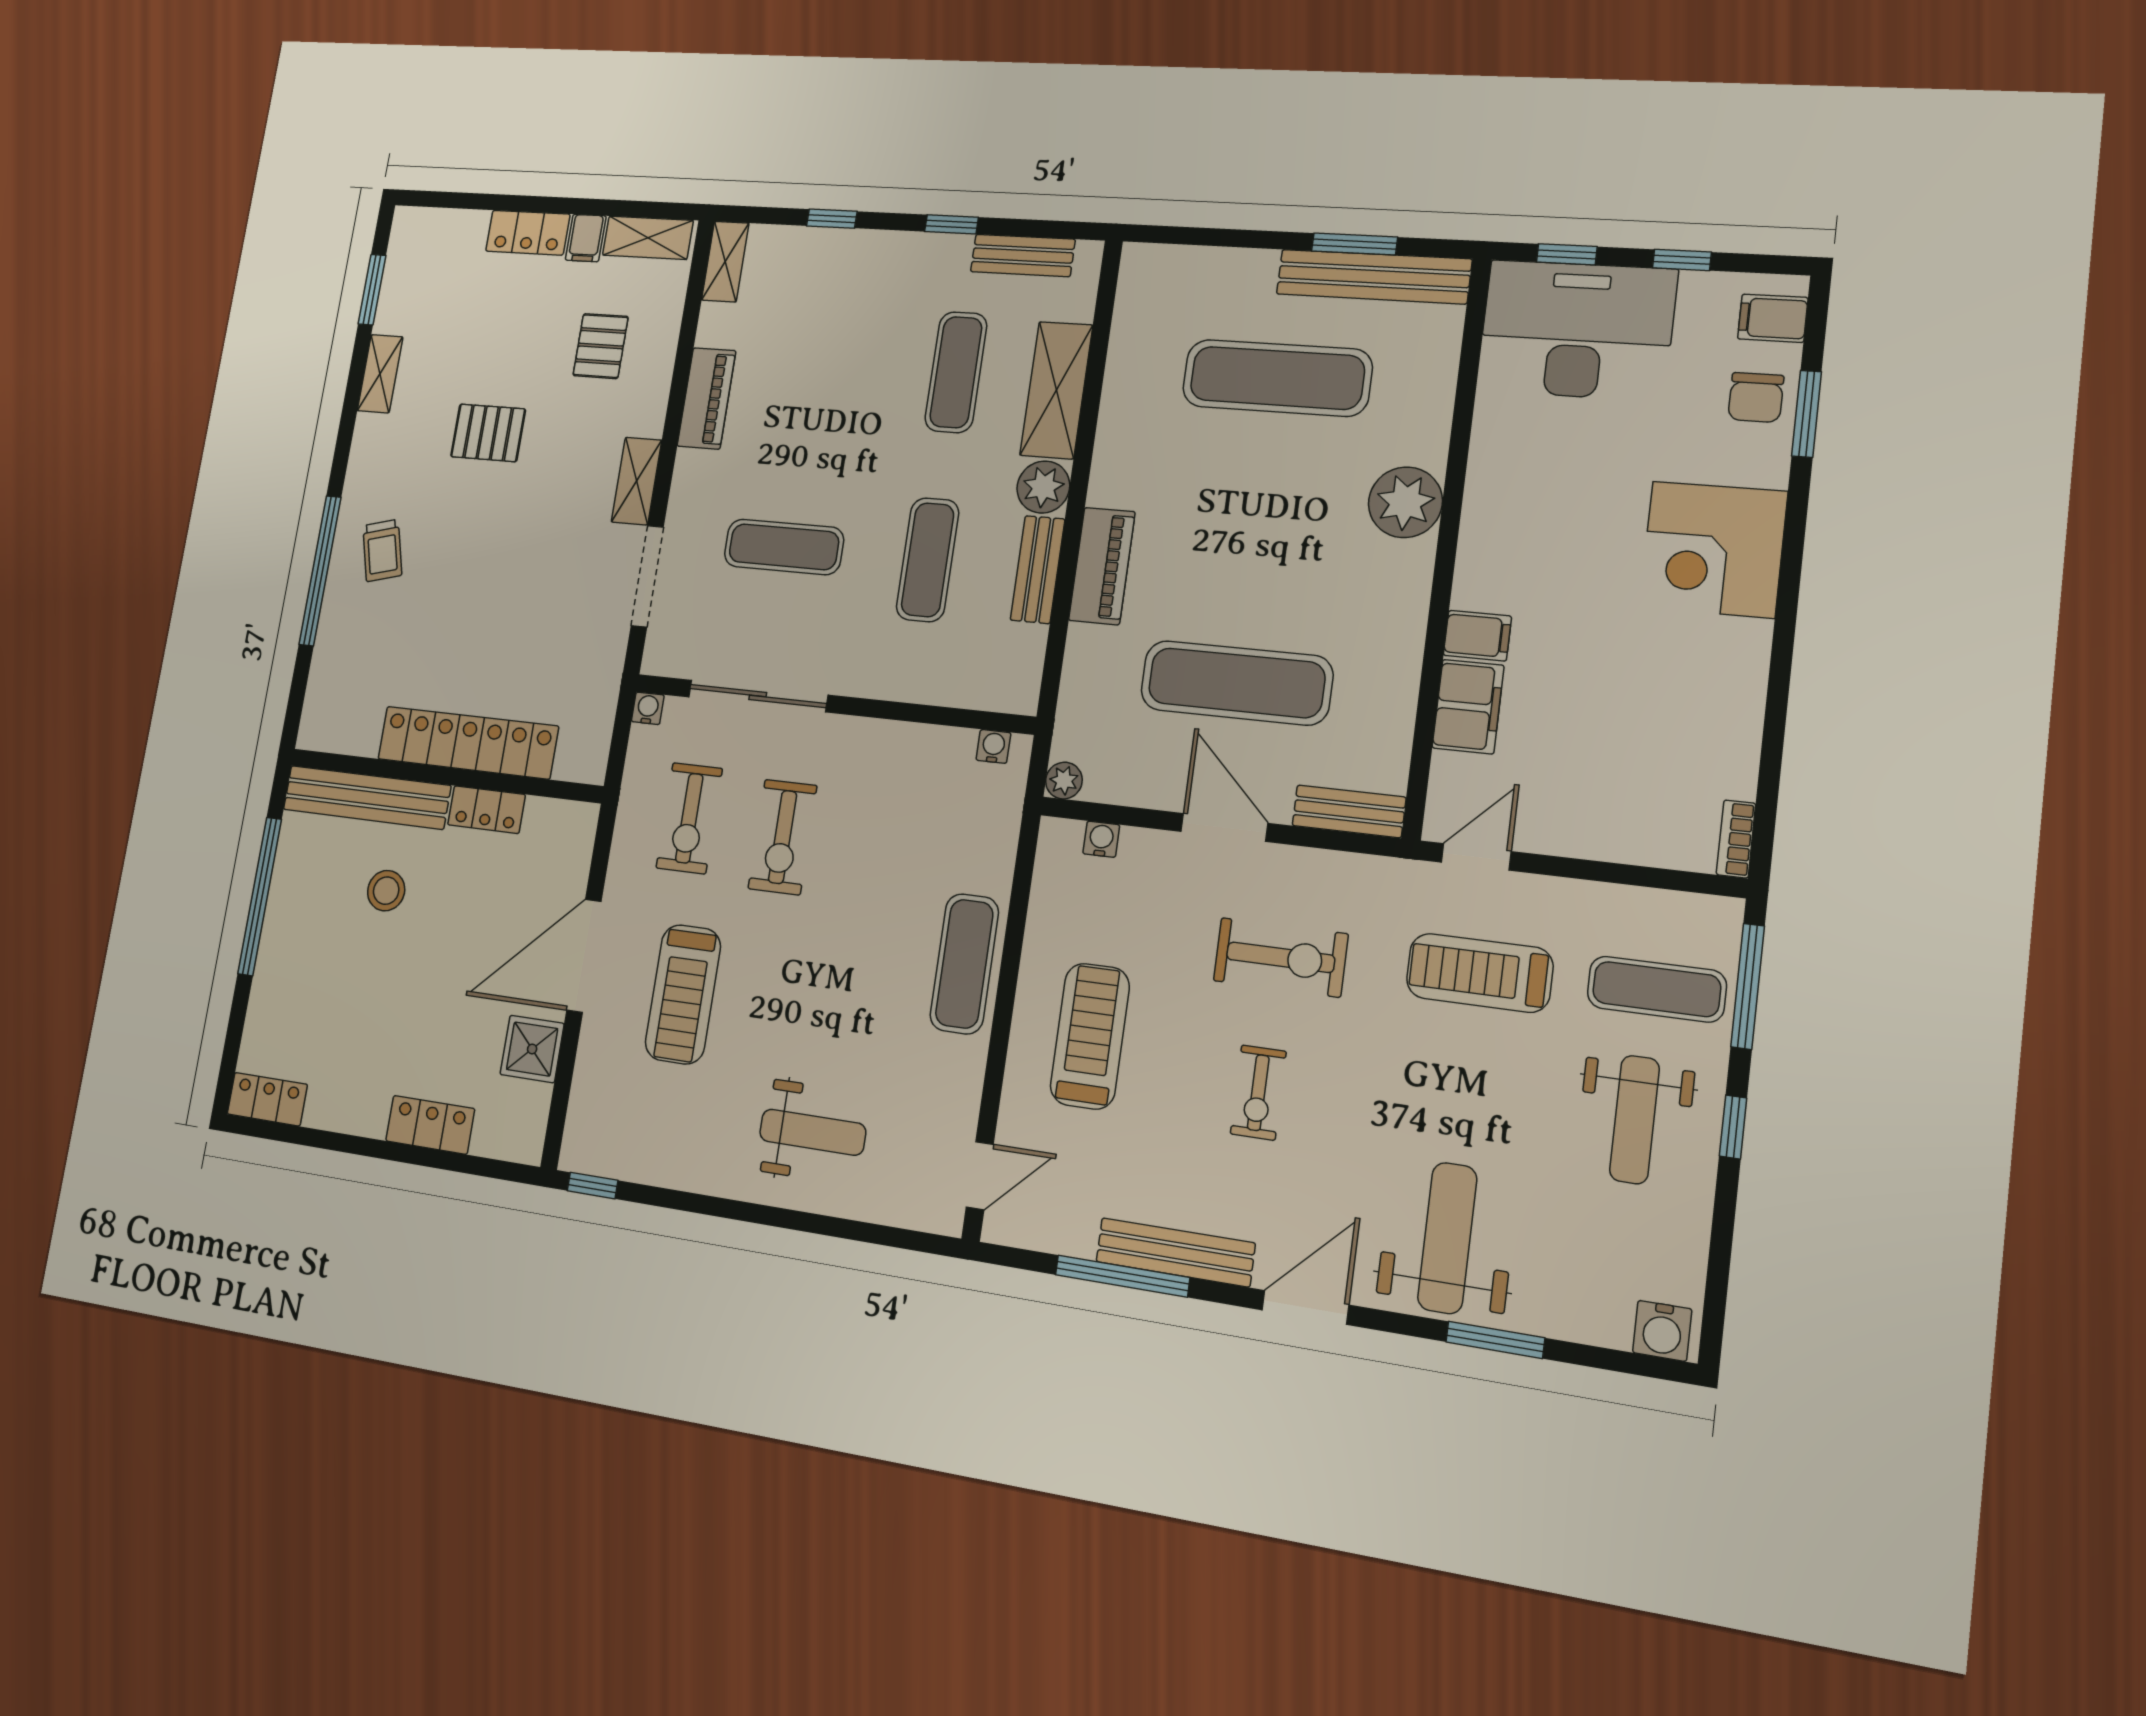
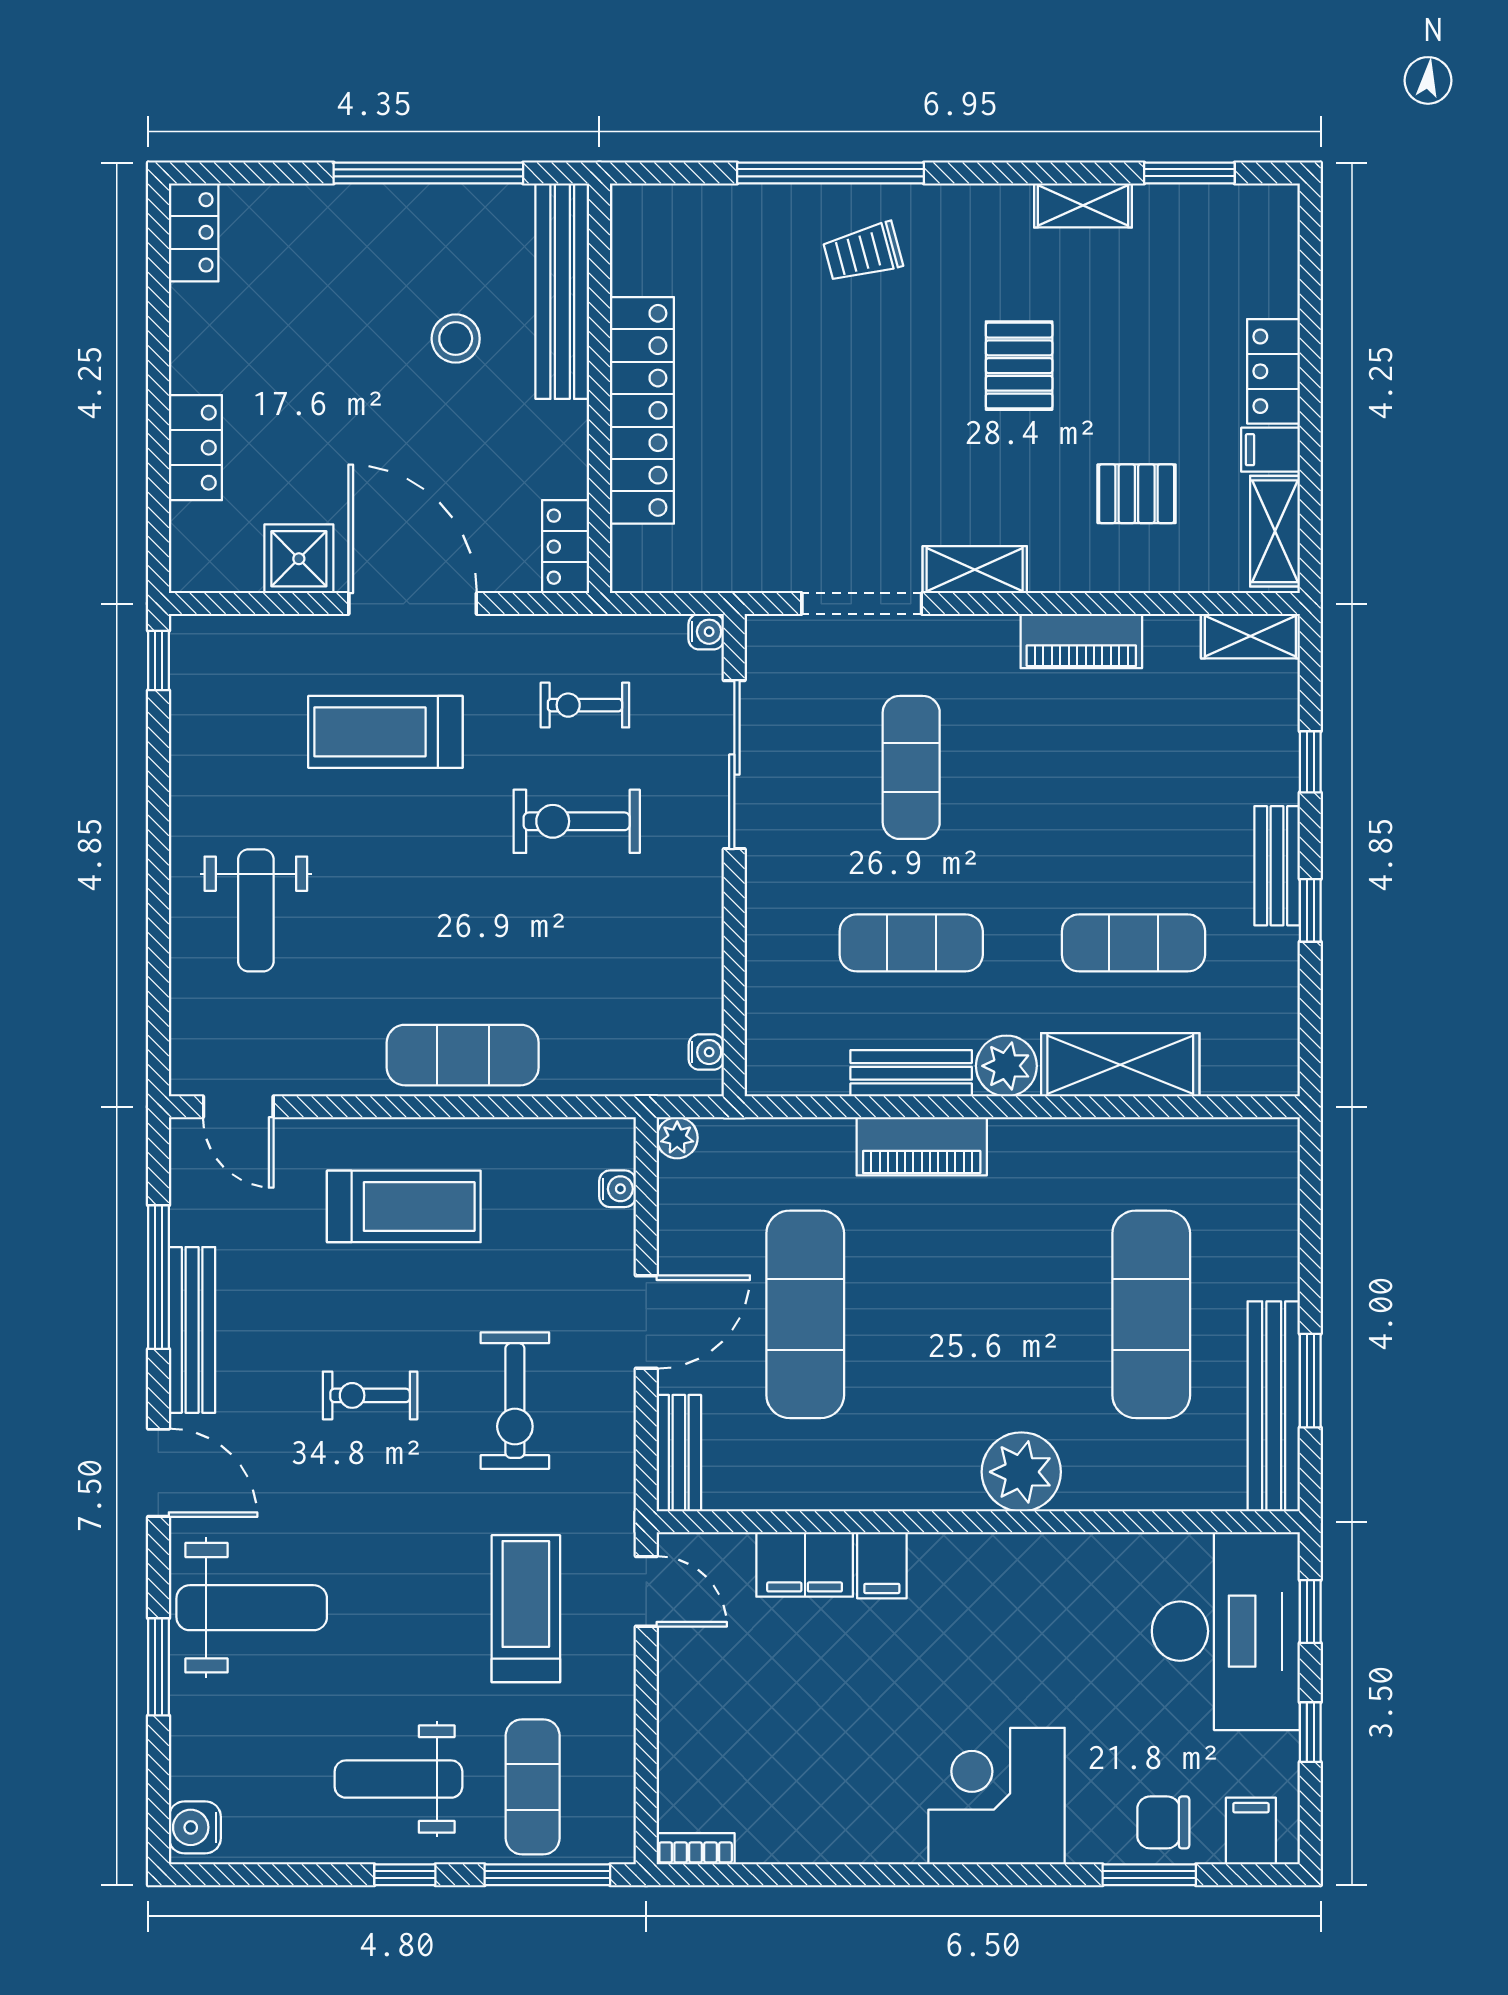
bench: (1023, 255) -> (1277, 866), moved
locker: (486, 810) -> (566, 547), moved
exercise bike: (689, 818) -> (585, 705), width x0.73, depth x0.72

